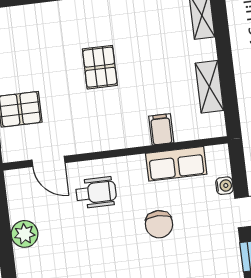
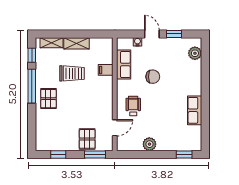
trolley: (146, 63) -> (72, 73), added
pallet: (100, 67) -> (48, 99), moved, turned 90
shelving: (209, 87) -> (77, 43), moved

